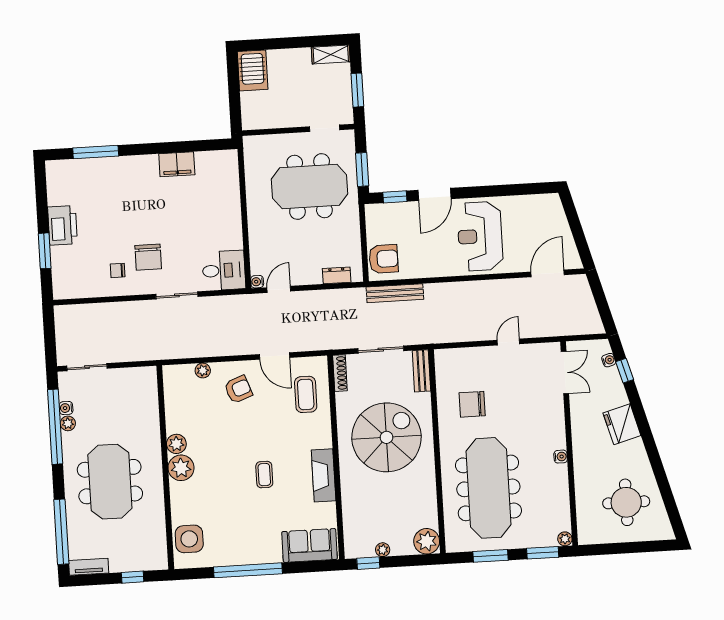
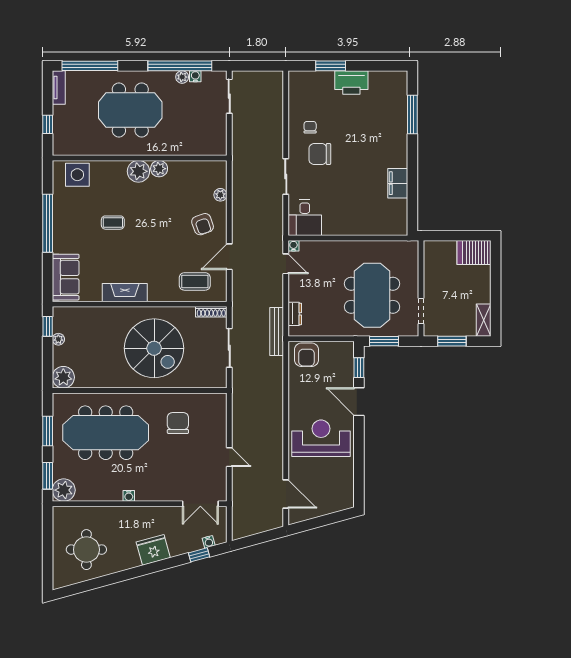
bench: (395, 293) -> (277, 331), moved
bench: (421, 371) -> (209, 381), removed
coffee table: (264, 475) -> (113, 223), moved
plant: (565, 539) -> (64, 490), width x1.88, depth x1.88

